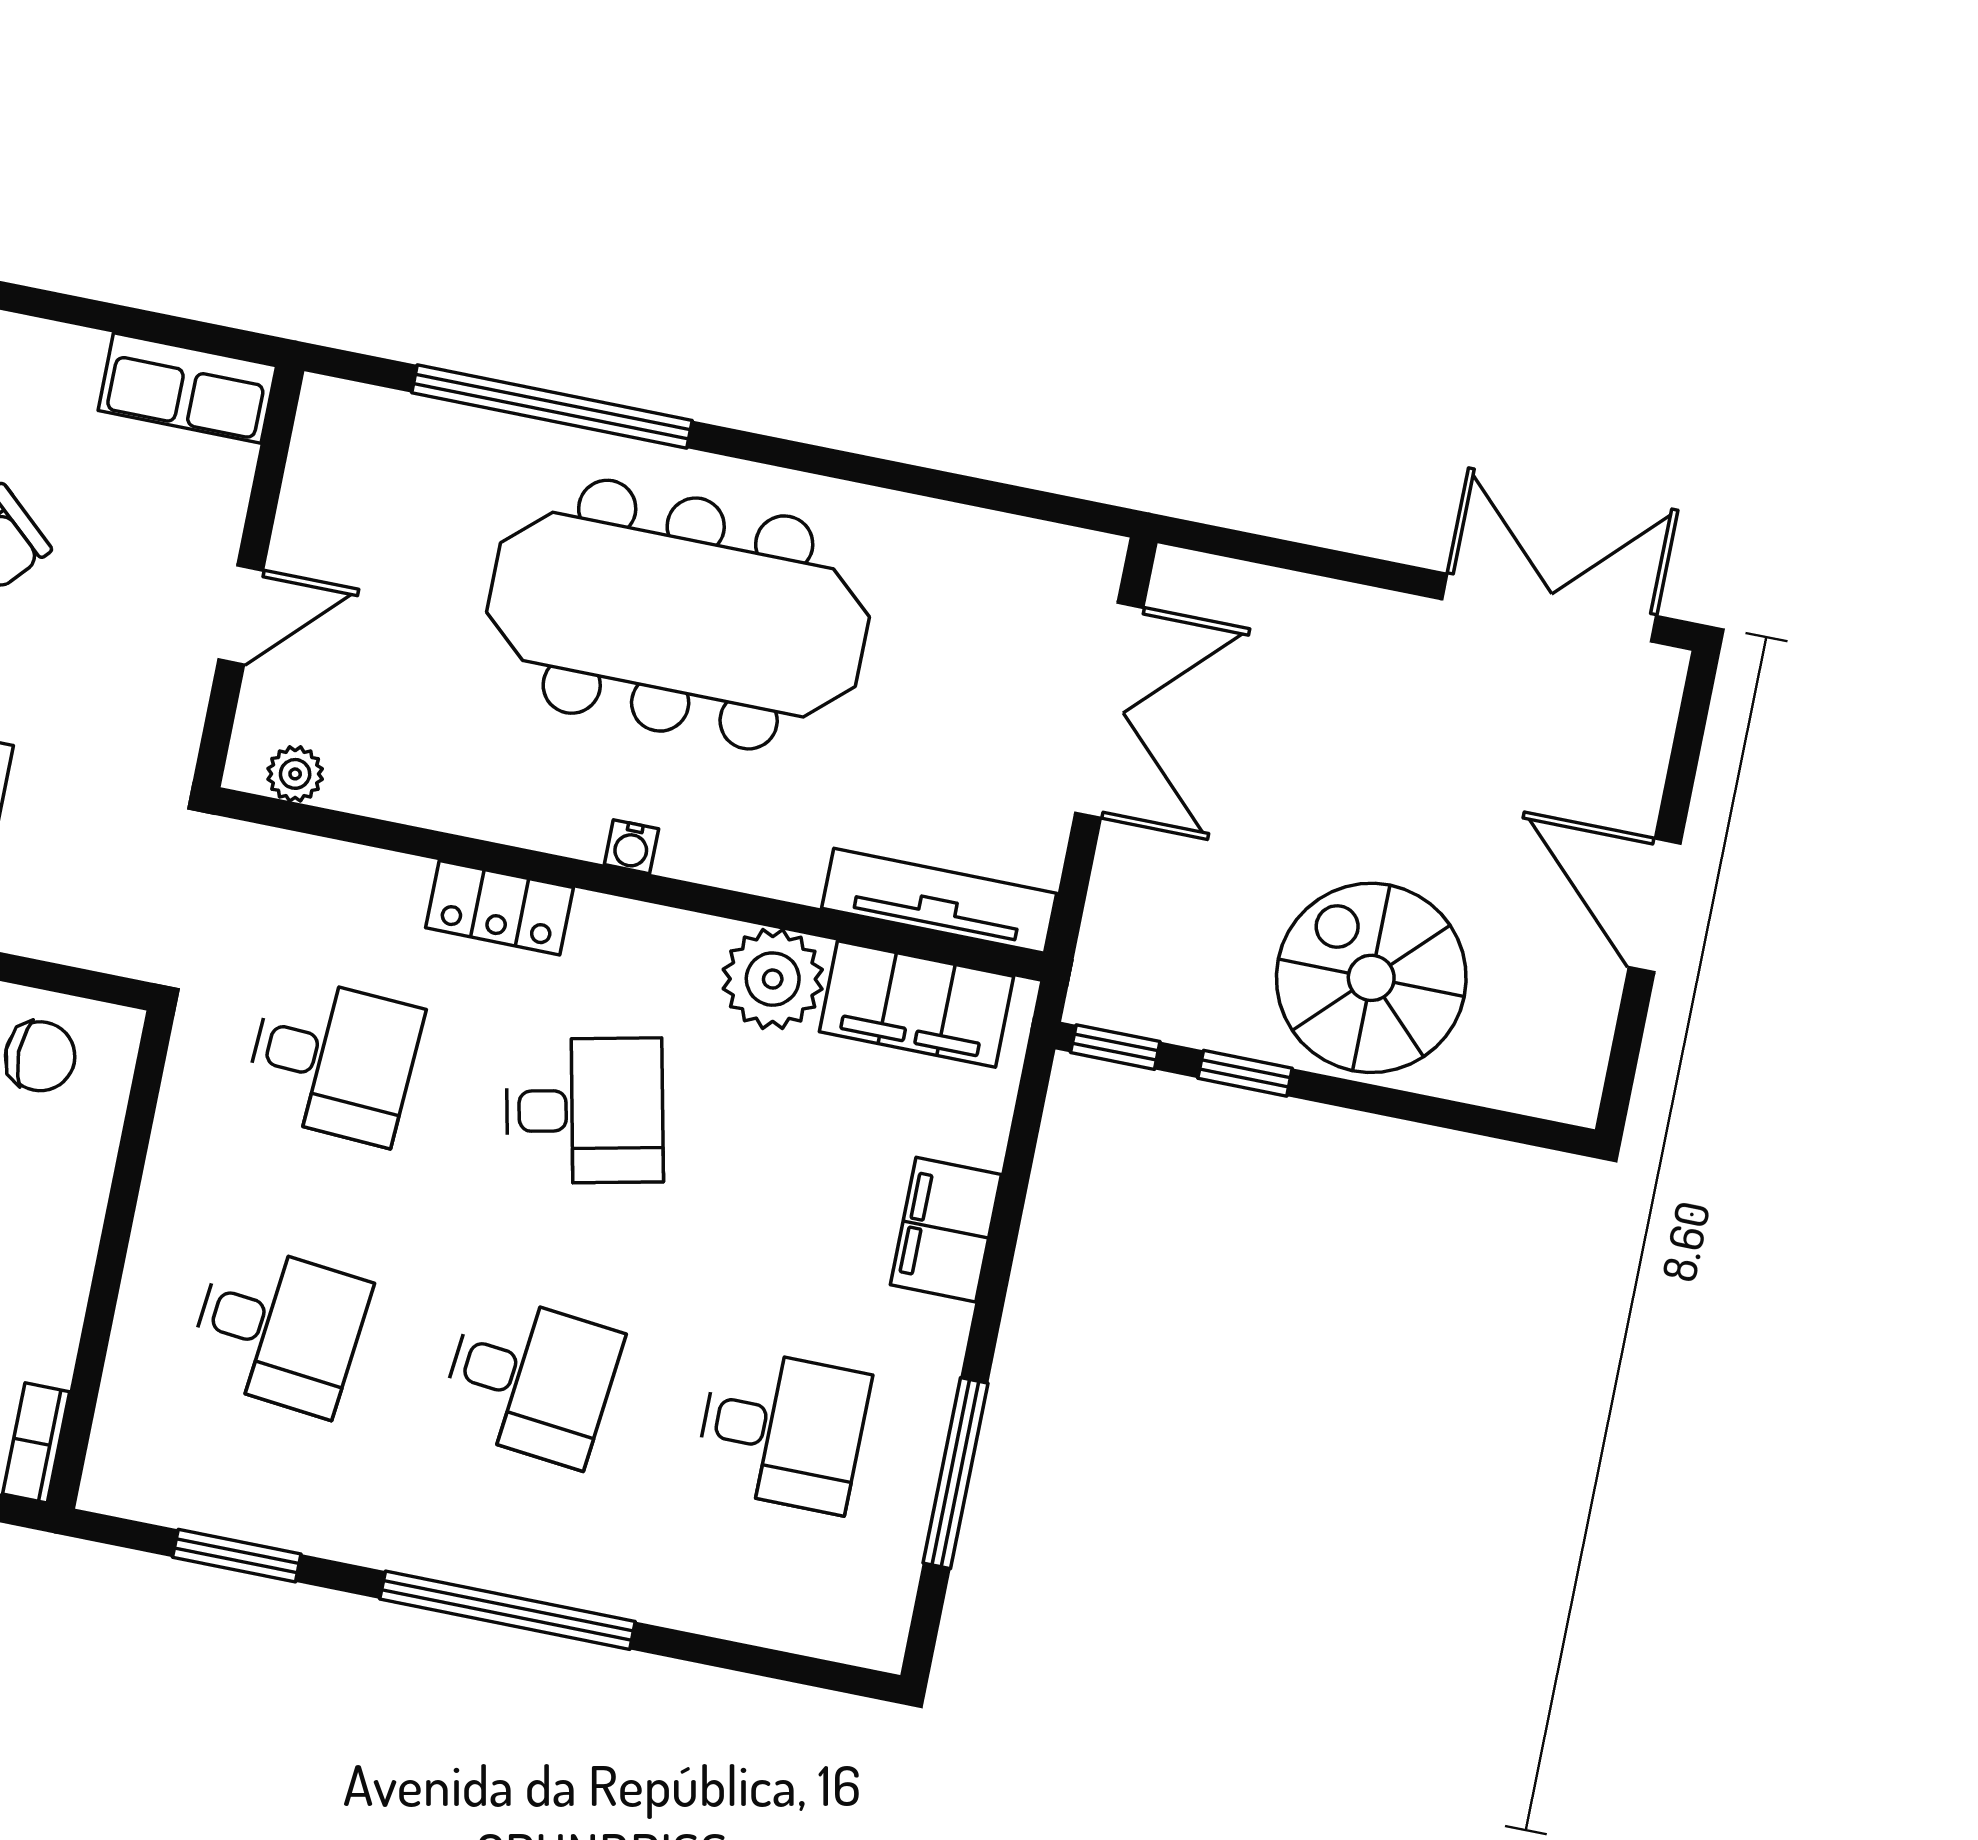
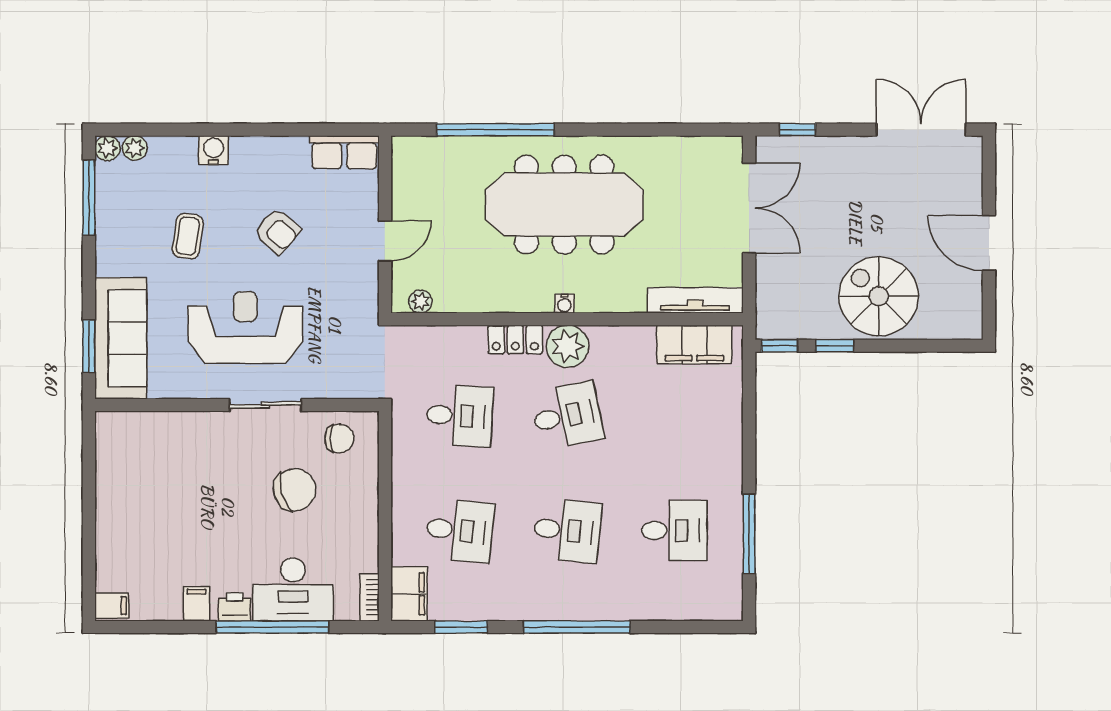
window: (1260, 549) -> (798, 130), added
plant: (773, 979) -> (567, 346), moved
filing cabinet: (946, 1230) -> (409, 594), moved, turned 180

